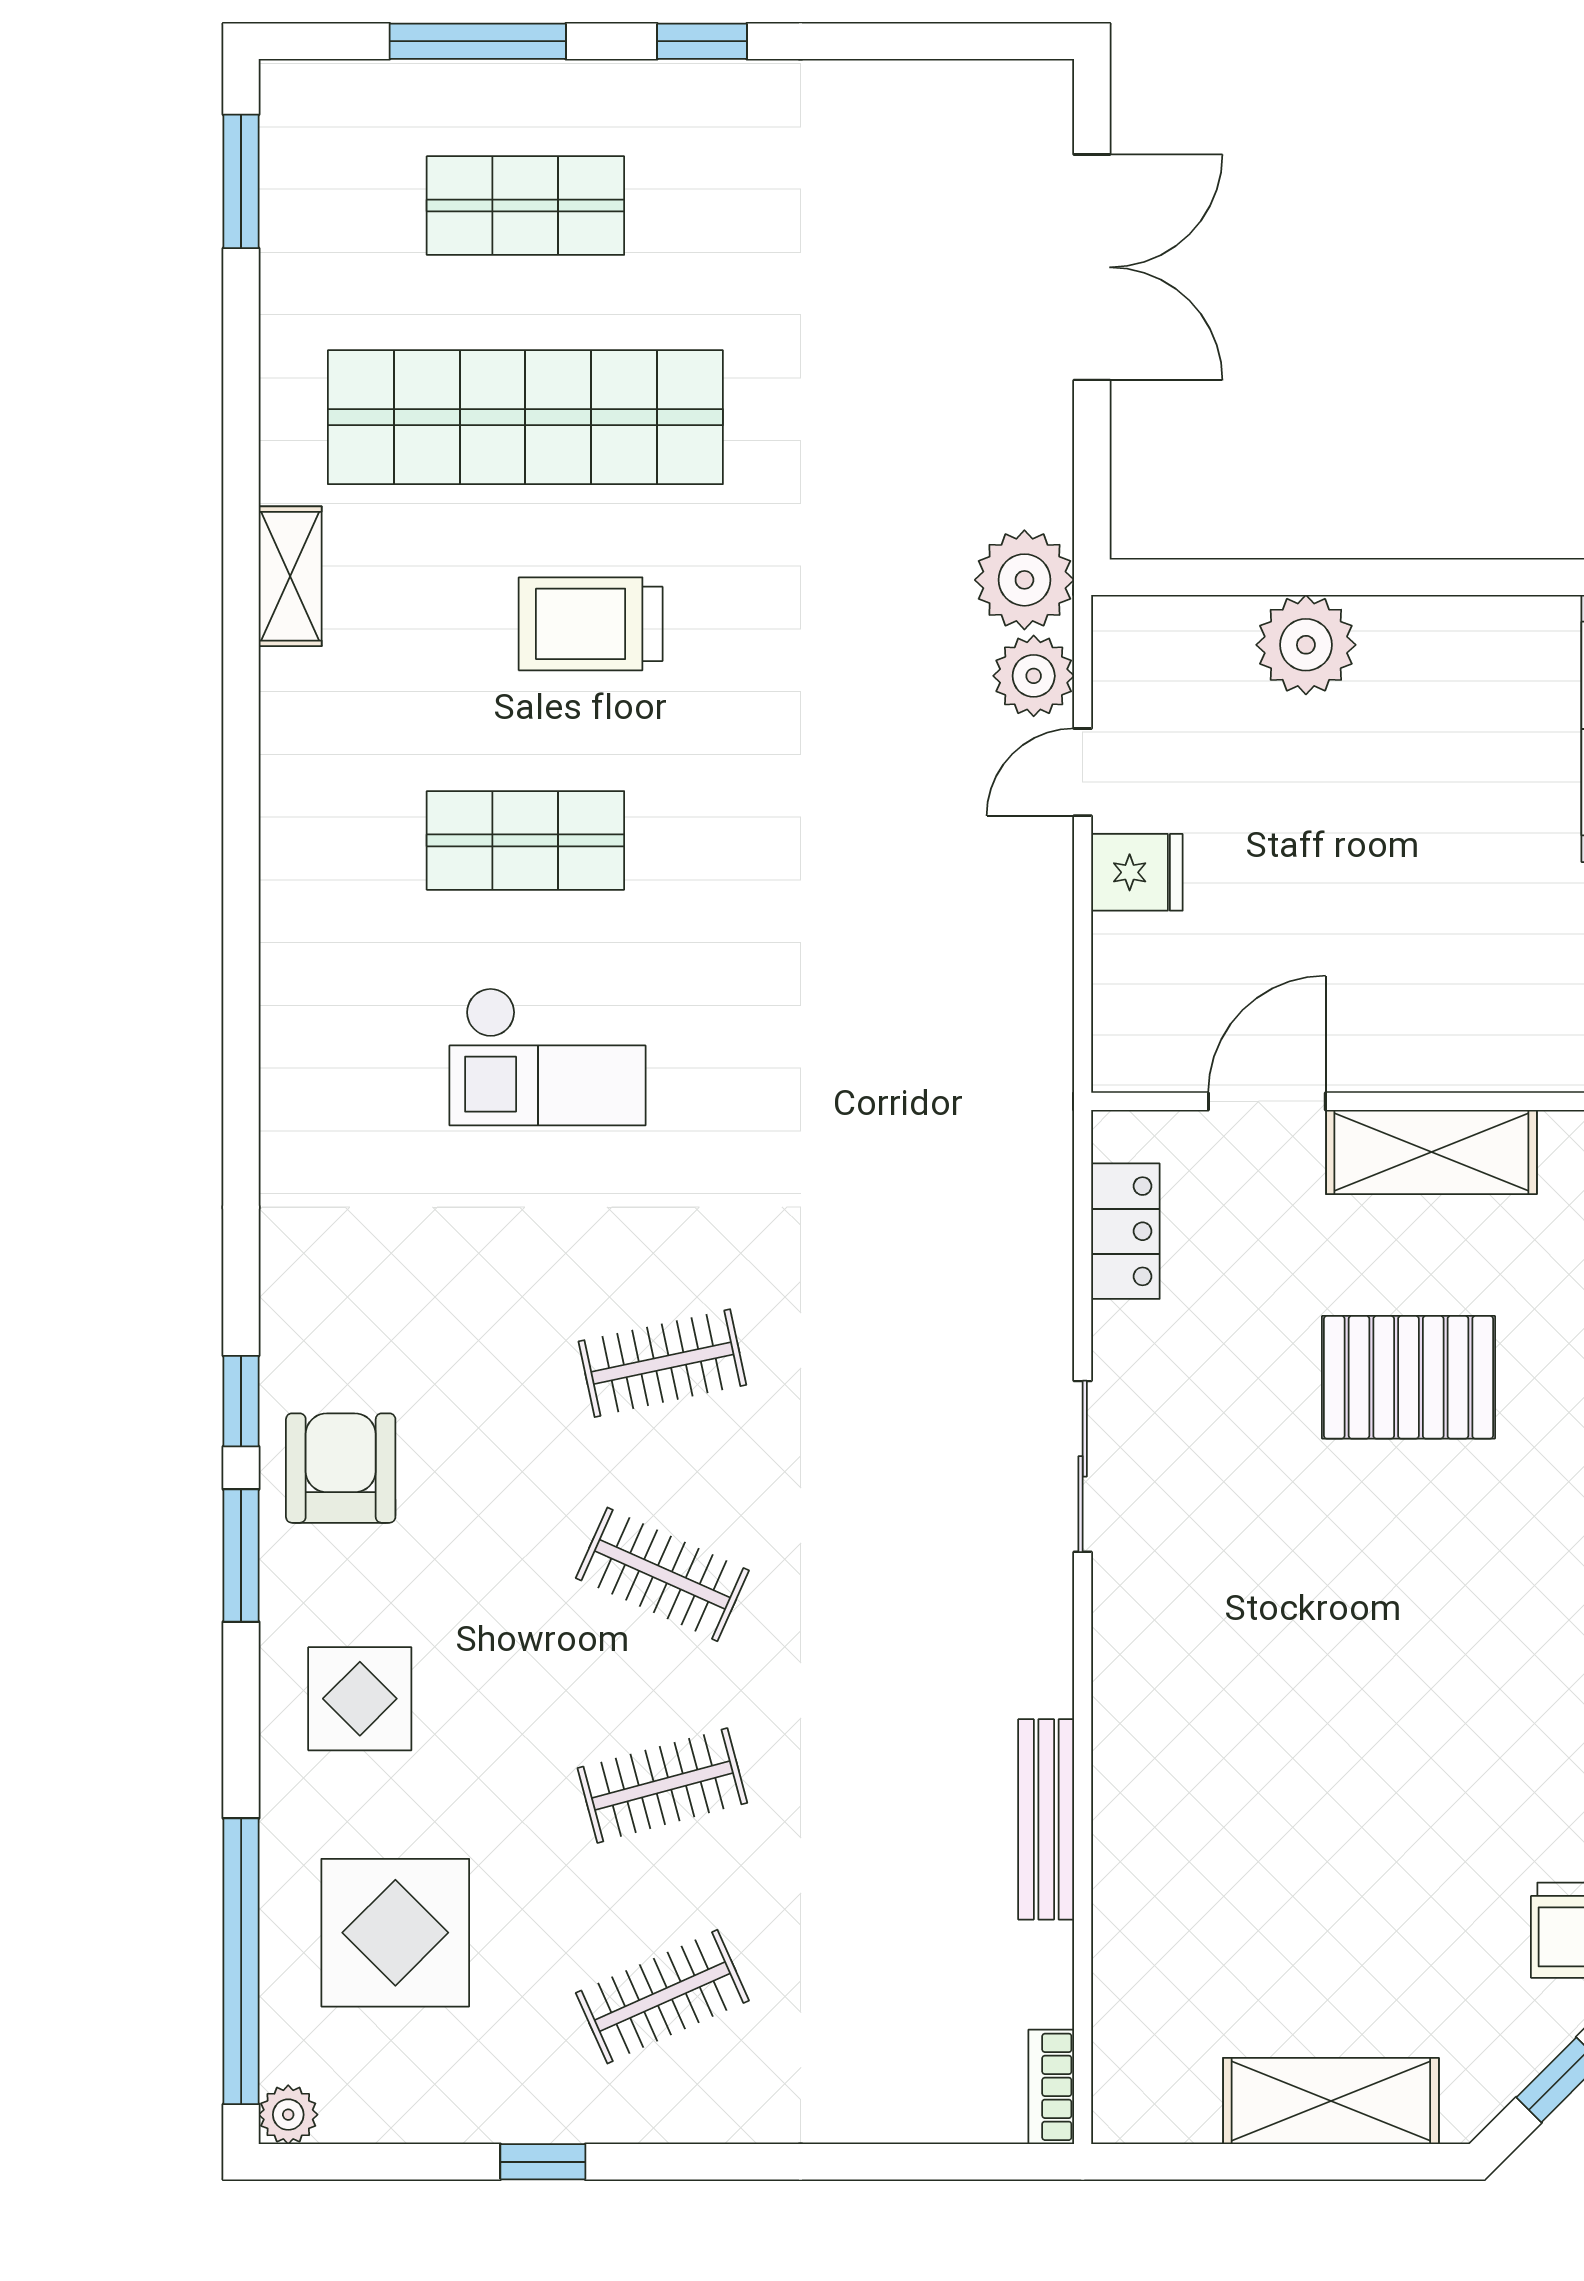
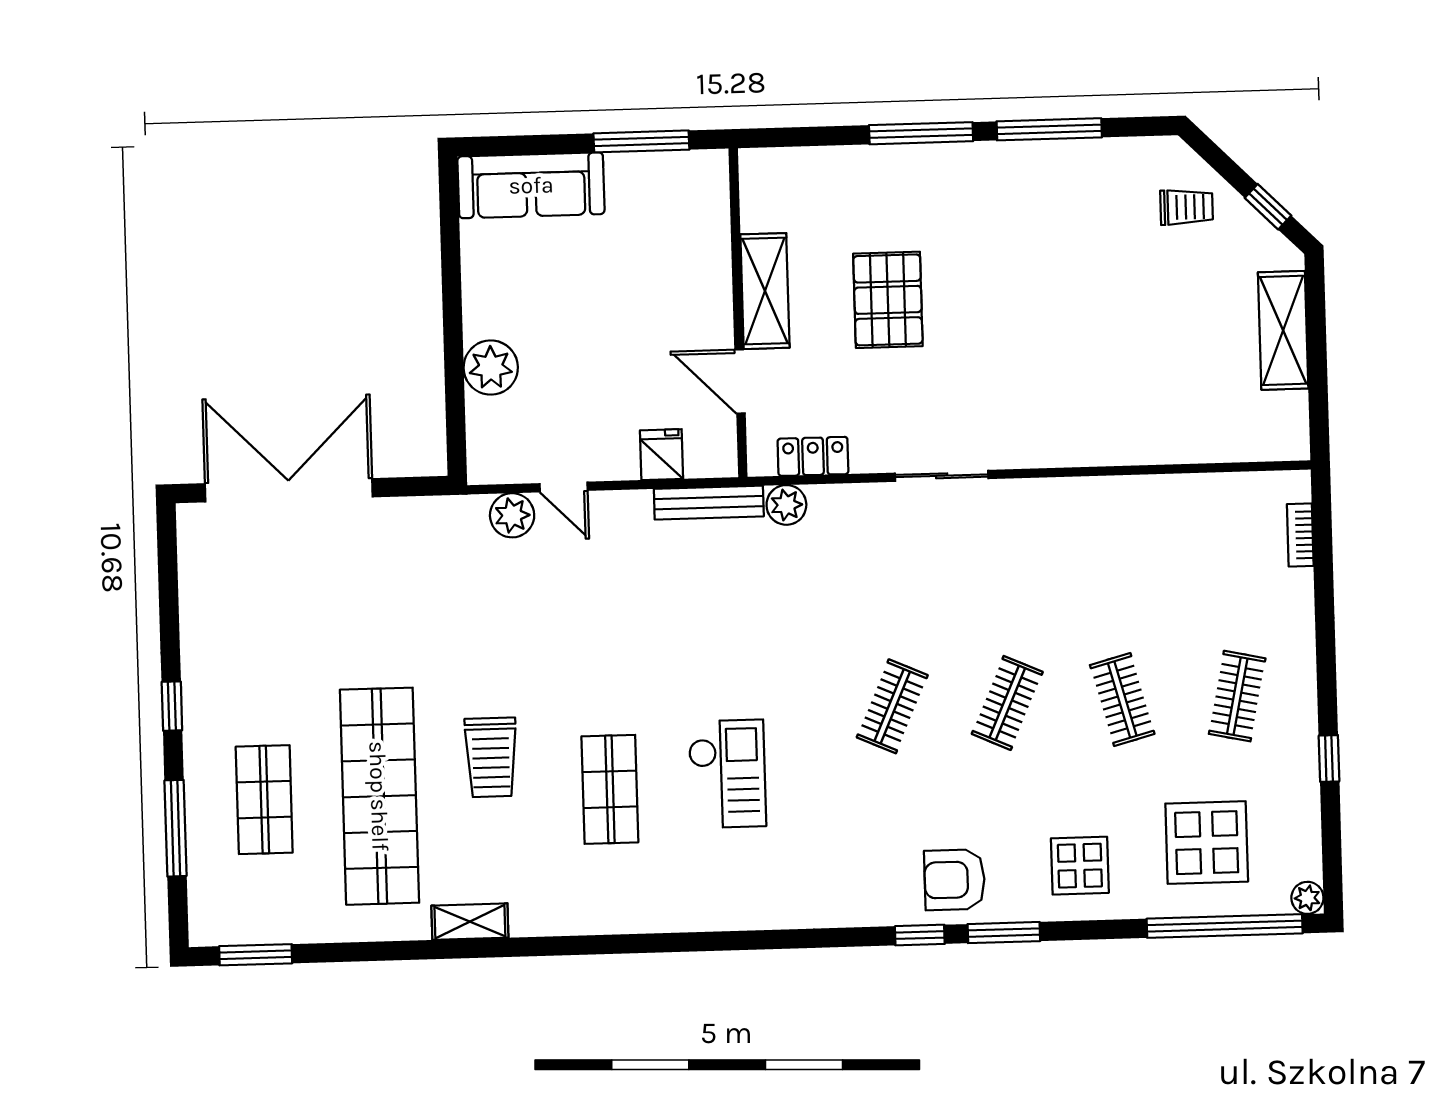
double door: (1092, 267) -> (289, 490), width x1.36
plant: (1024, 580) -> (786, 505), moved, width x0.73, depth x0.73
fridge: (1137, 872) -> (662, 455), moved
clothes rail: (662, 1363) -> (892, 706), turned 36
bench: (1046, 1819) -> (709, 503), moved
clothes rail: (662, 1997) -> (1237, 696), turned 36
bookcase: (1051, 2087) -> (1300, 535), moved, turned 90

